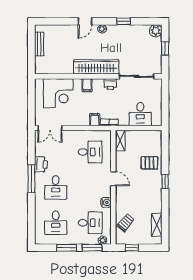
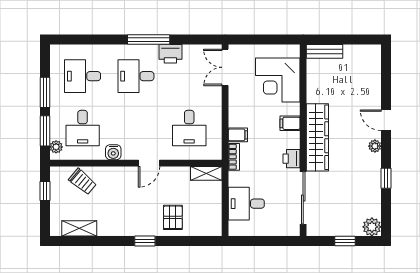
bench: (39, 44) -> (325, 51), moved

